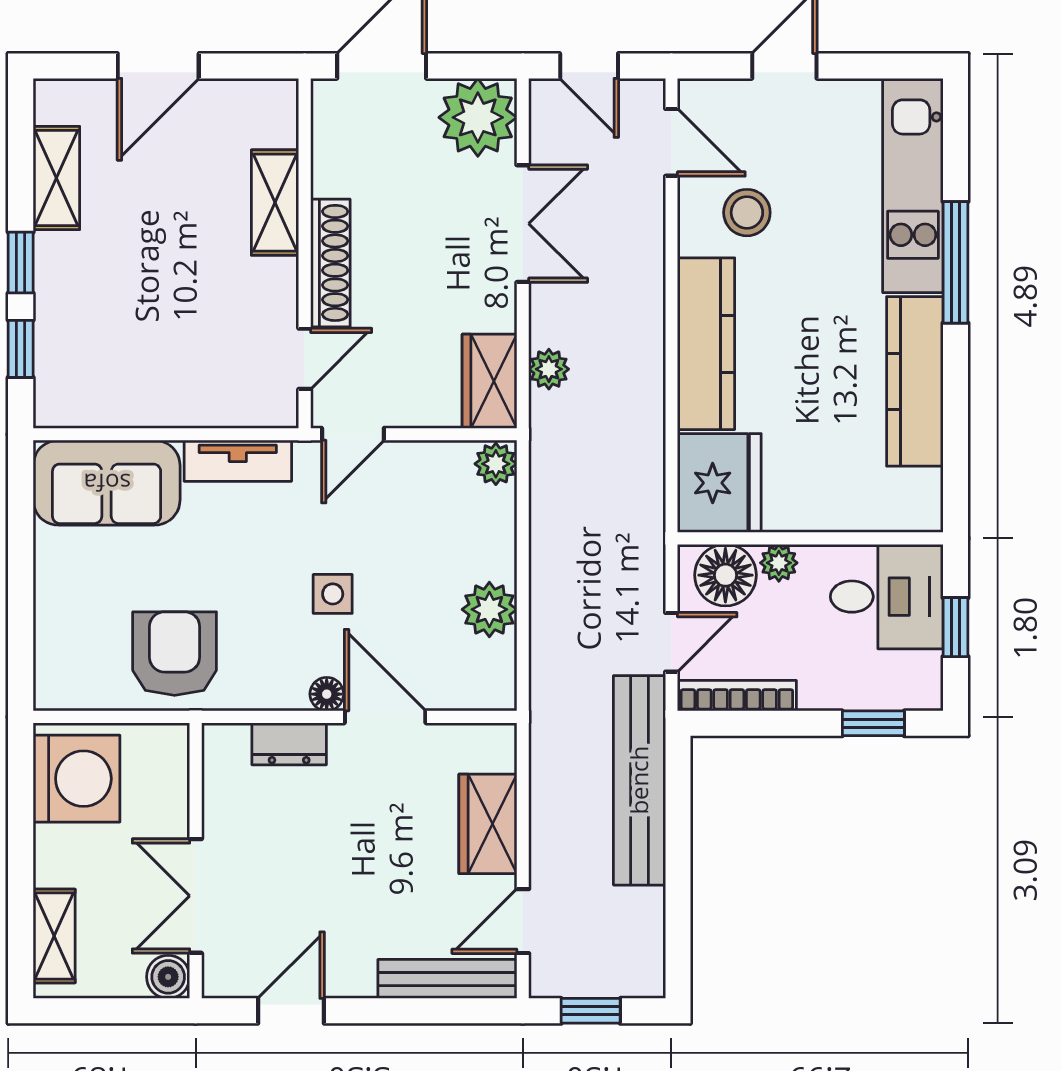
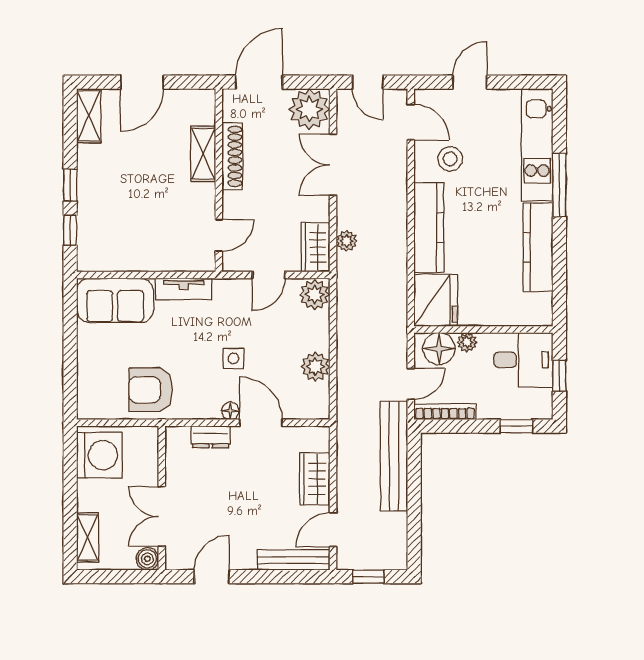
shelving: (56, 178) -> (89, 116), moved
double door: (523, 224) -> (333, 165), swing flipped
shoe rack: (330, 263) -> (232, 156), moved
door: (353, 434) -> (269, 275), moved
plant: (496, 464) -> (315, 295), width x1.38, depth x1.38
armchair: (175, 654) -> (151, 390), turned -90

